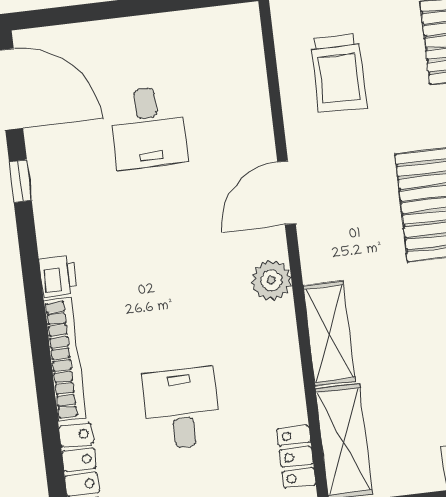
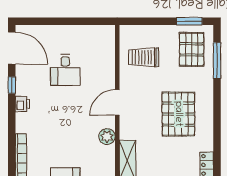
trolley: (338, 73) -> (144, 57), turned 90
printer: (58, 276) -> (22, 104), moved

